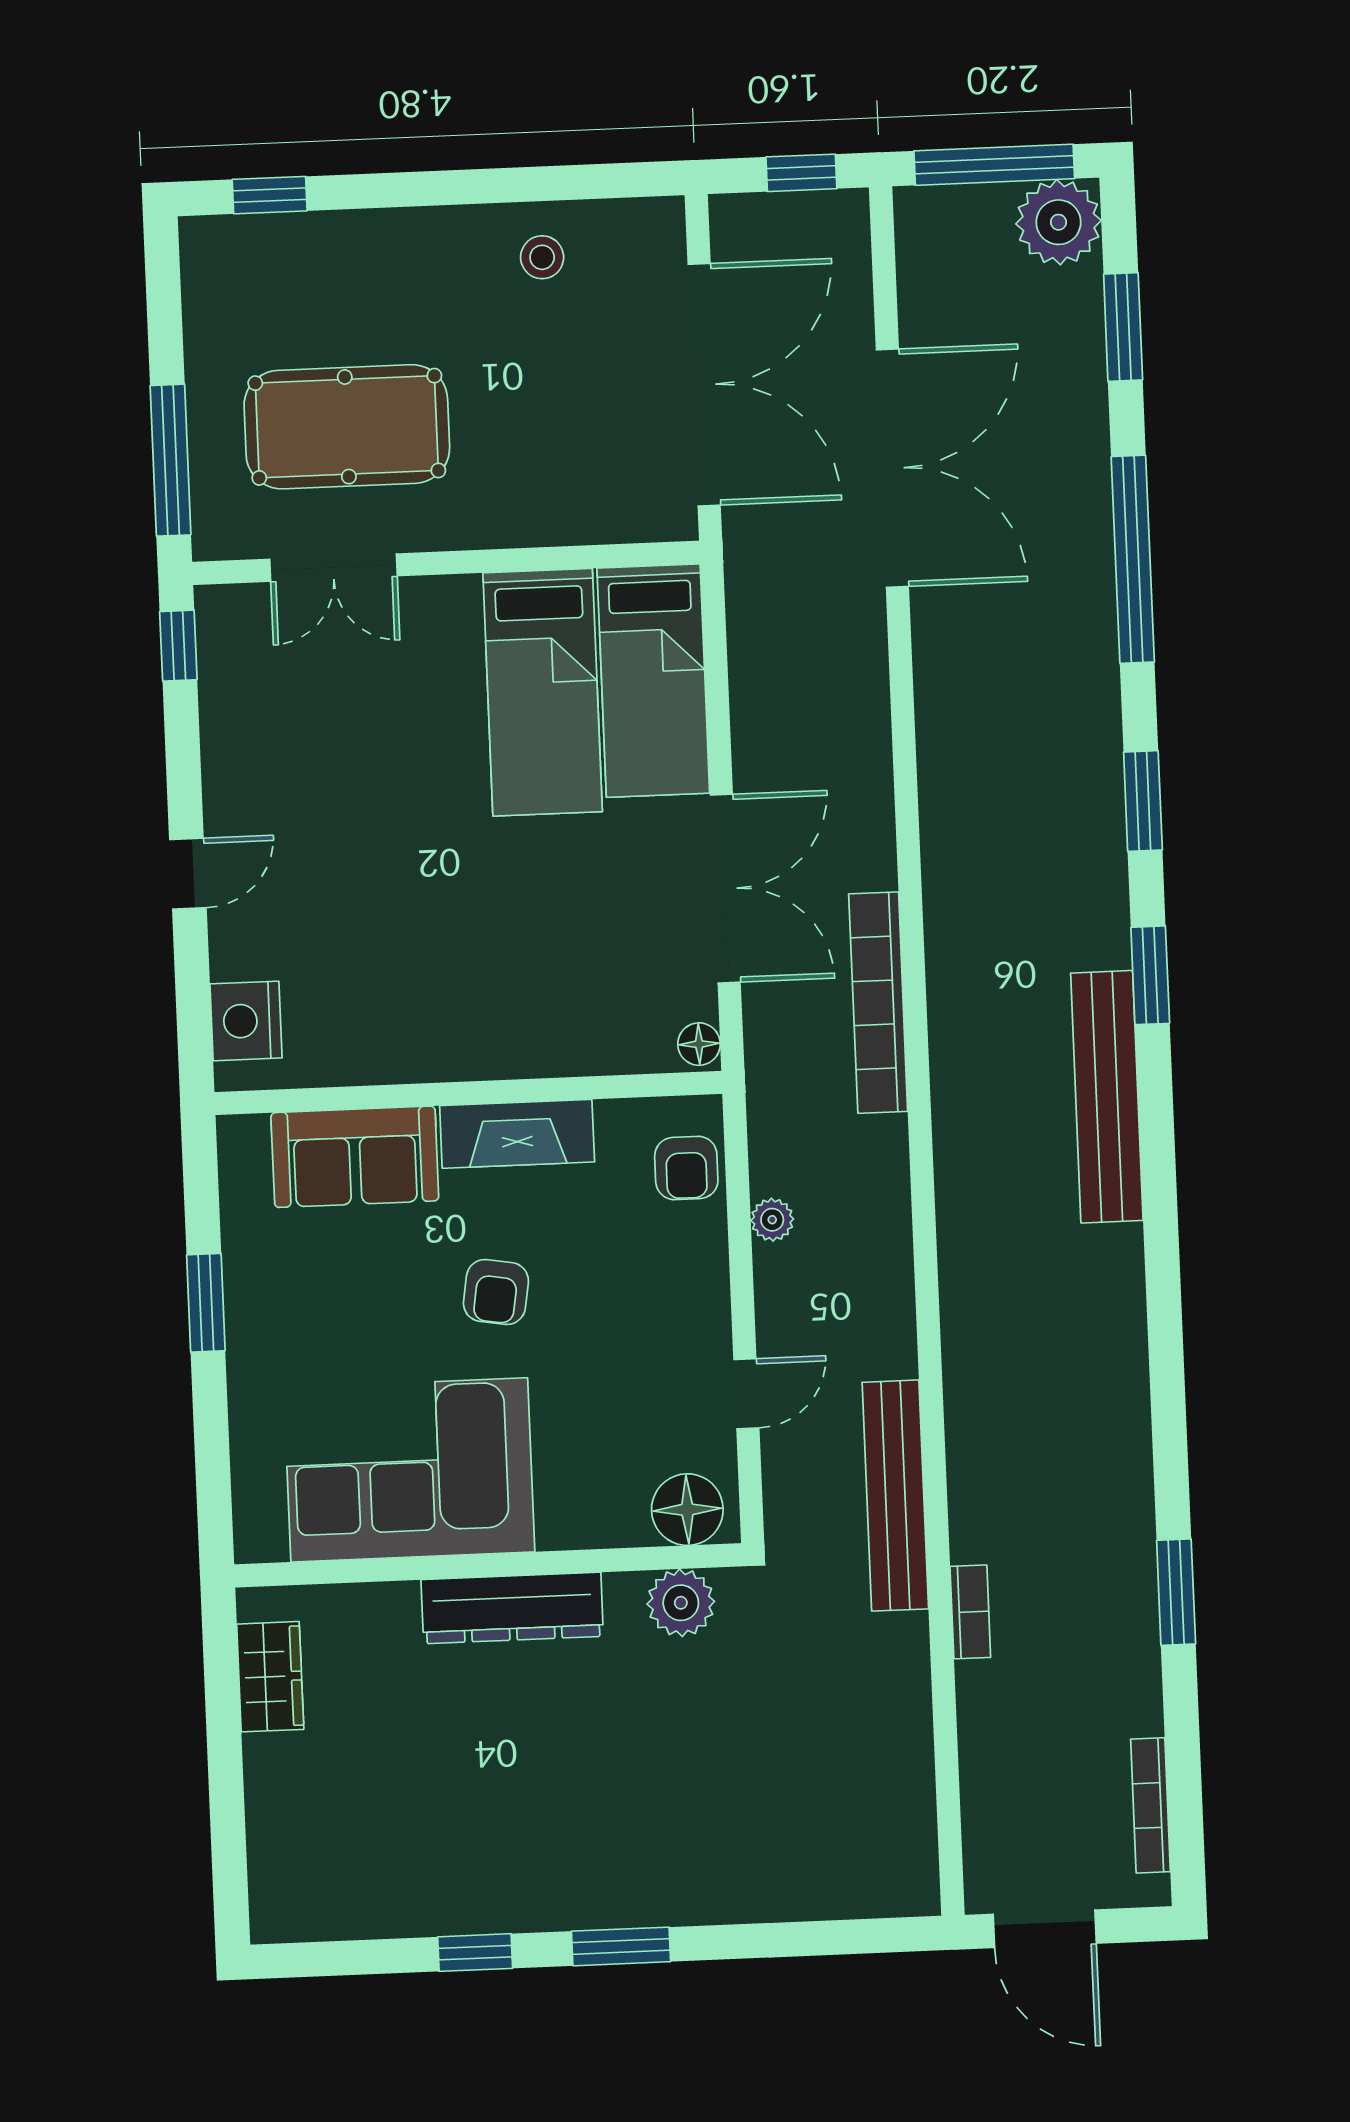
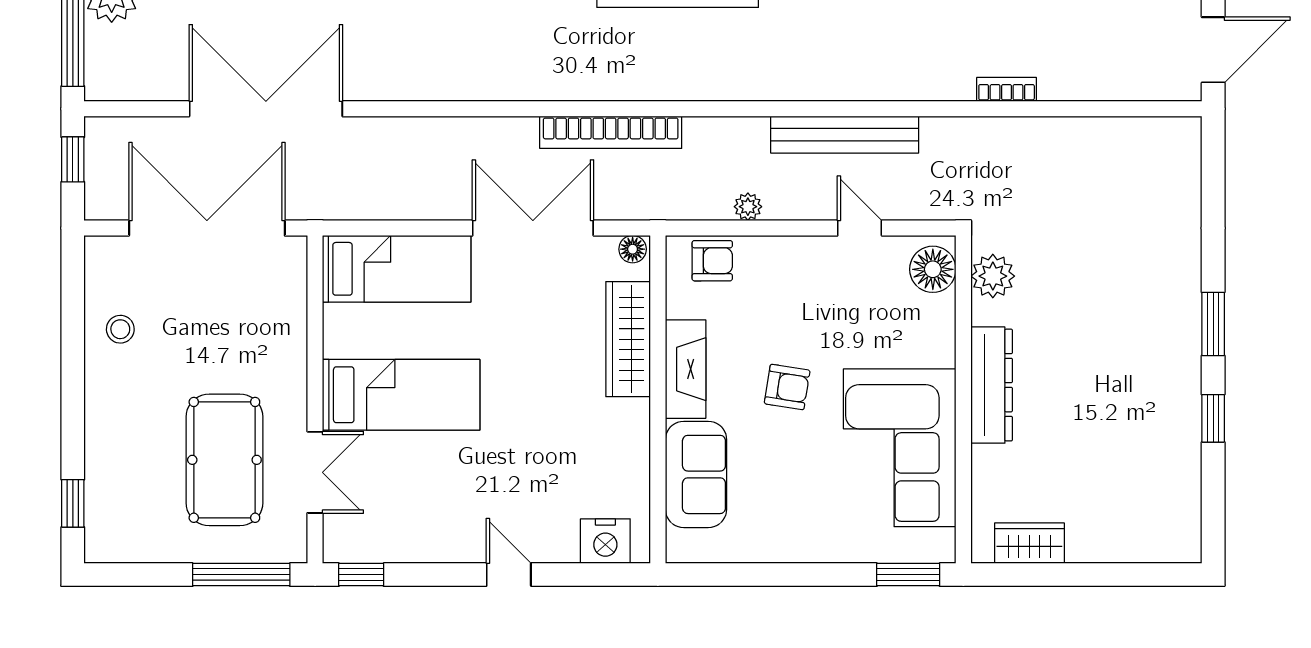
bed: (543, 692) -> (401, 395), moved
wardrobe: (560, 1043) -> (628, 339), added
window: (206, 1303) -> (908, 575), moved
bench: (895, 1496) -> (845, 135), moved

